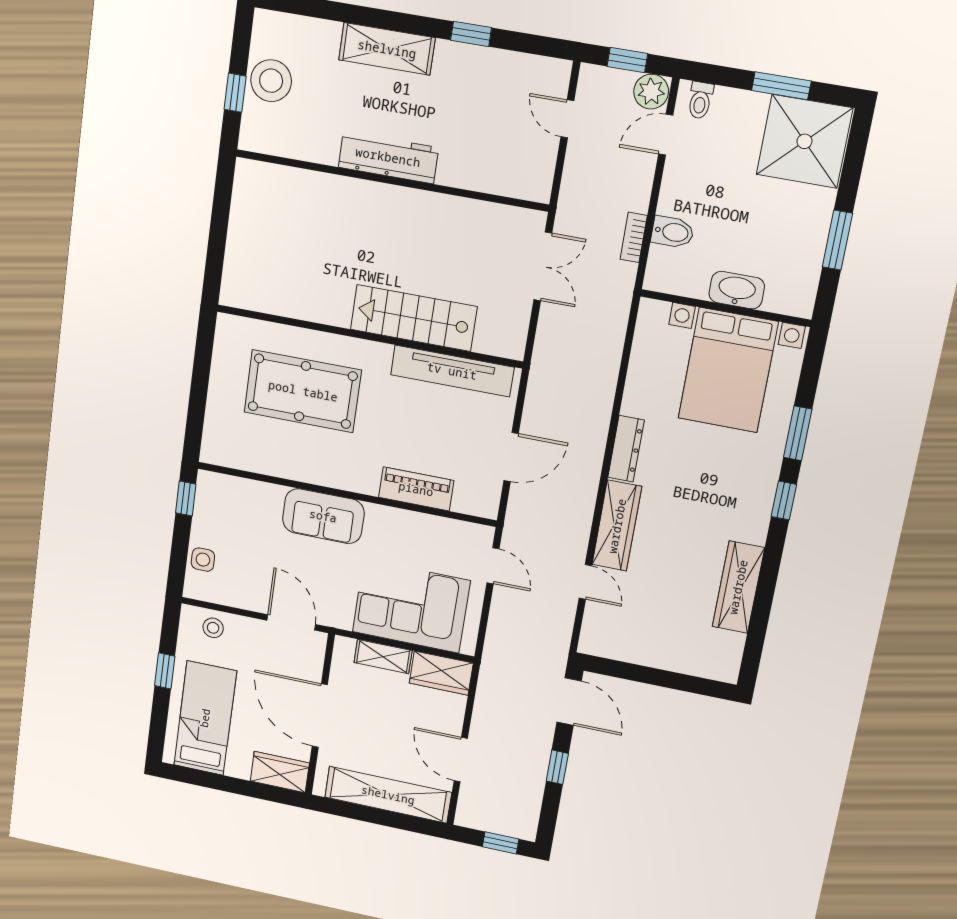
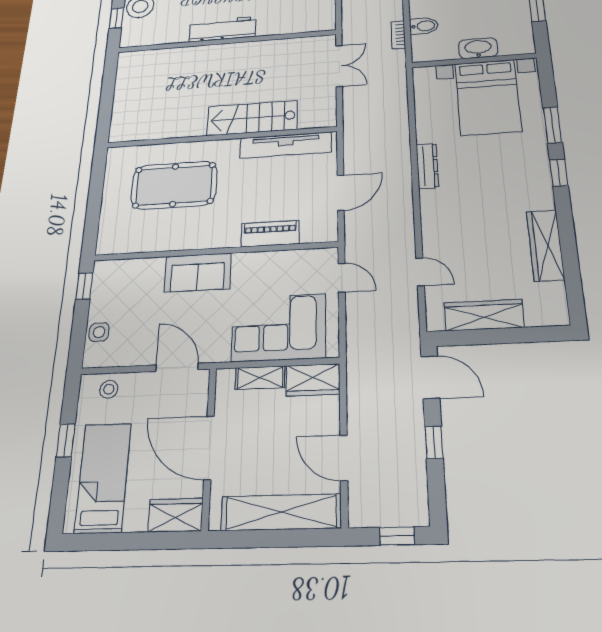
wardrobe: (617, 526) -> (484, 315), moved, turned -90

